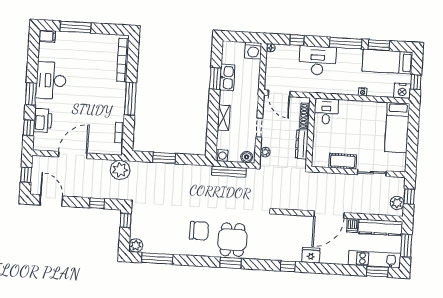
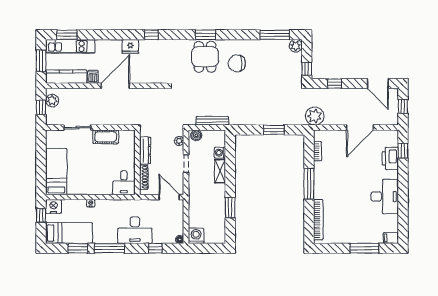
kitchen sink: (227, 78) -> (219, 209), removed
window: (31, 94) -> (403, 183), removed
washing machine: (222, 155) -> (220, 153), moved

